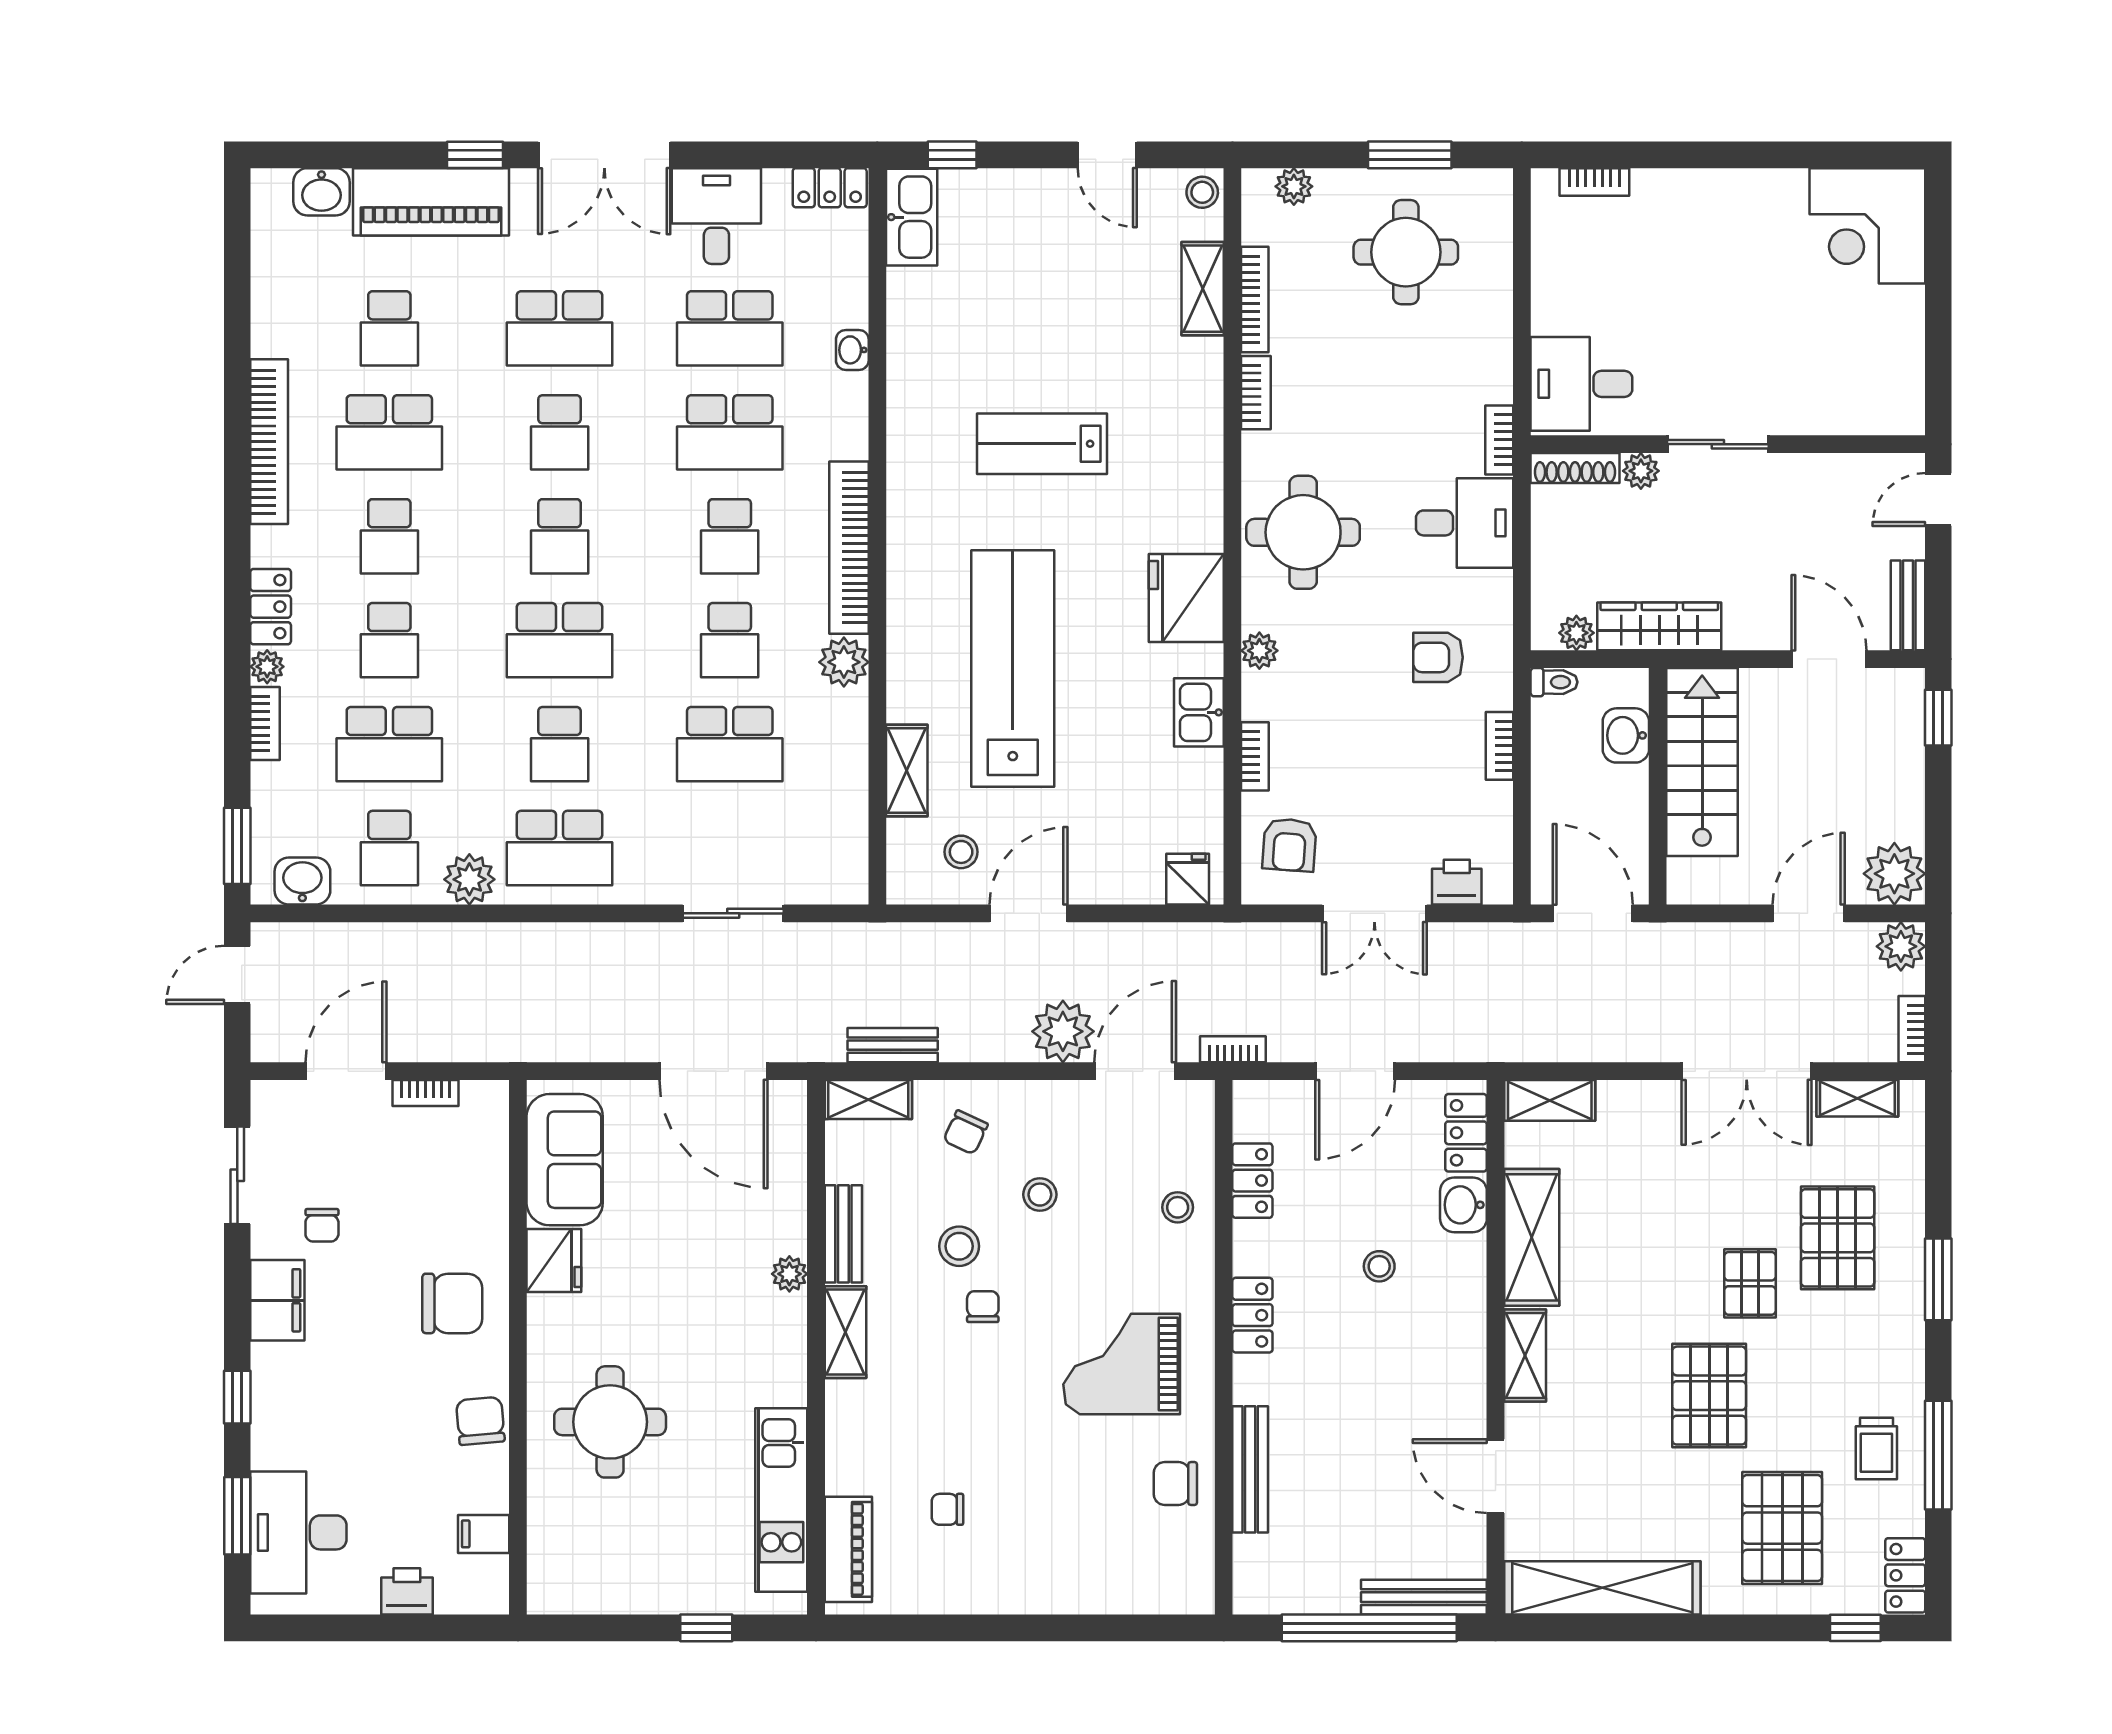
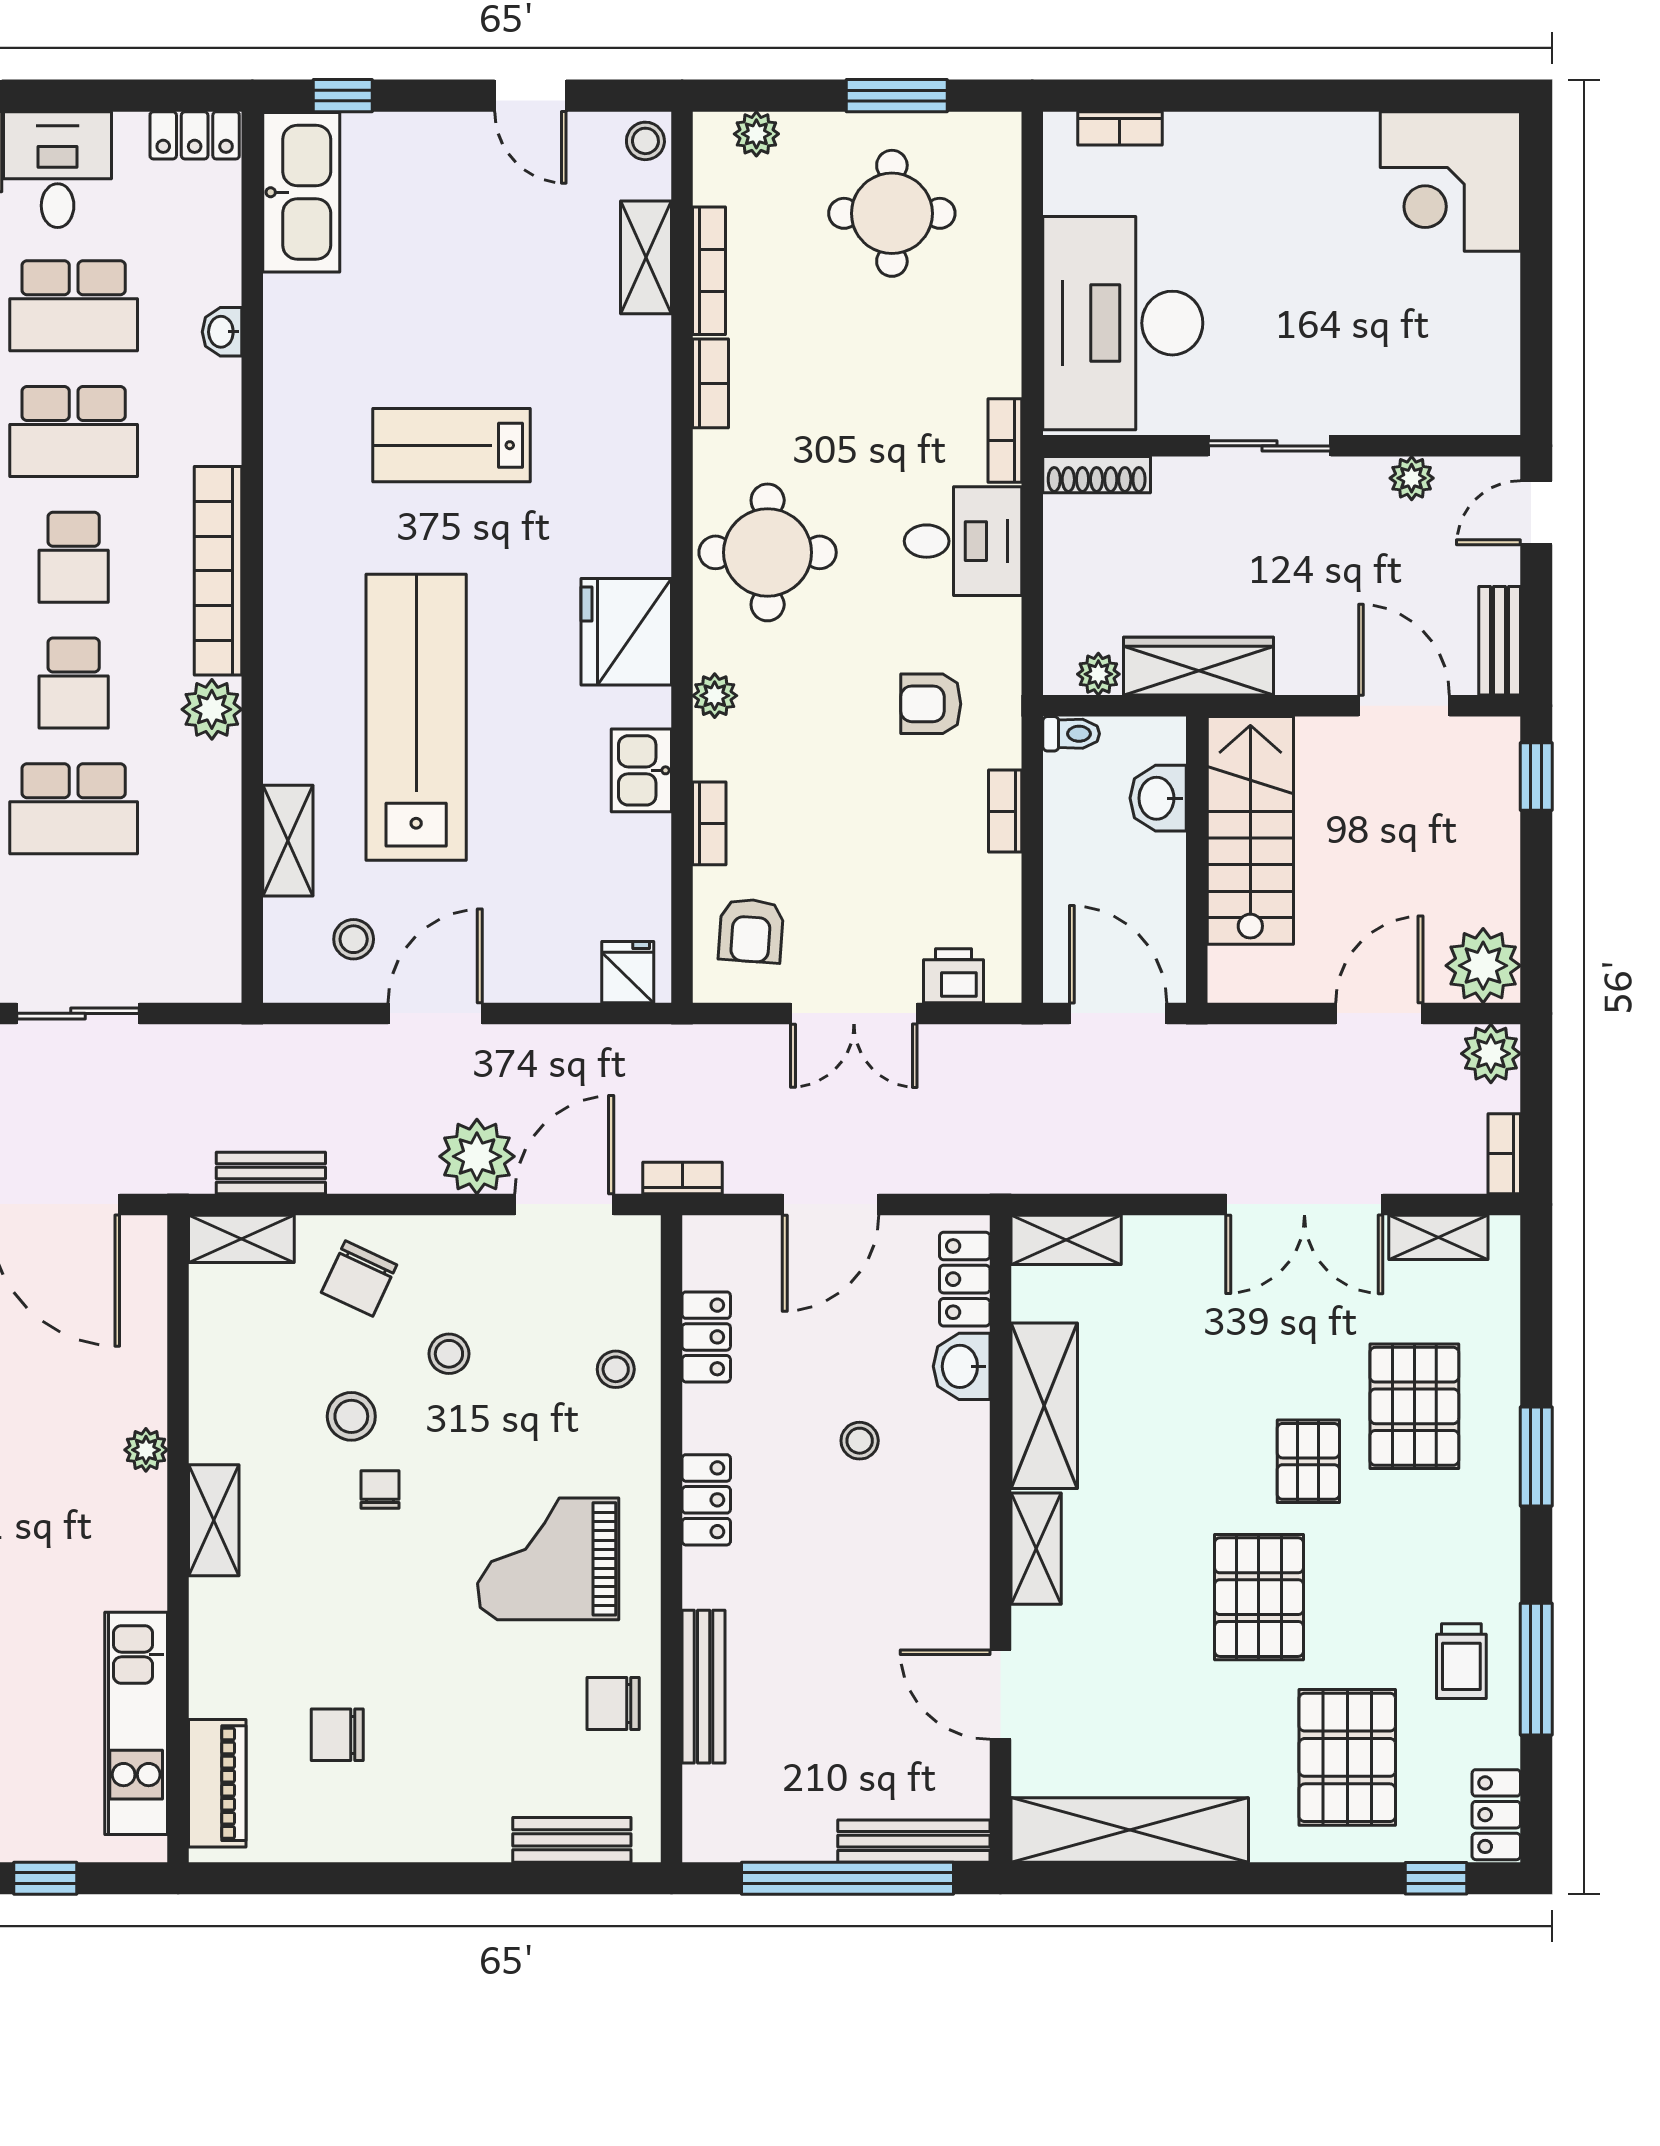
kitchen sink: (912, 217) -> (301, 192), width x1.36, depth x1.24
desk: (1581, 384) -> (1123, 323), width x1.87, depth x1.30
plant: (1641, 471) -> (1412, 478), moved
chair: (966, 1132) -> (359, 1279), width x1.37, depth x1.37
bench: (843, 1234) -> (572, 1840), moved, turned 90
chair: (947, 1509) -> (337, 1735), width x1.37, depth x1.37

